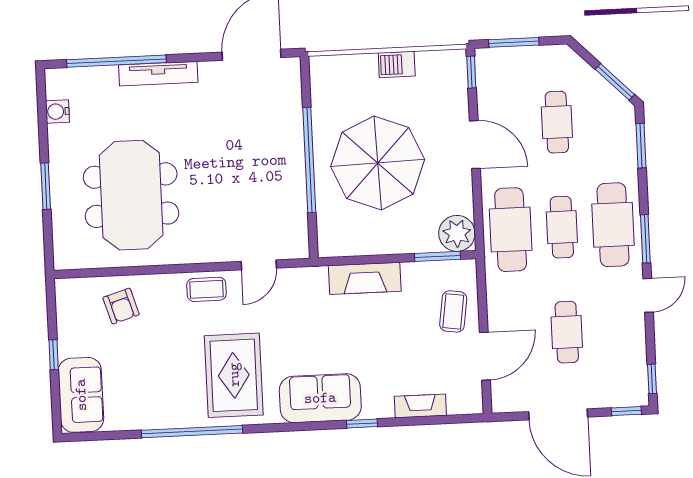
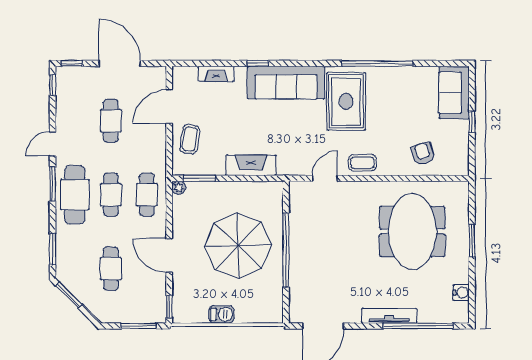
cafe table: (511, 230) -> (147, 195), width x0.73, depth x0.74
plant: (457, 233) -> (179, 188), width x0.53, depth x0.53
sofa: (320, 398) -> (286, 83), width x1.36

